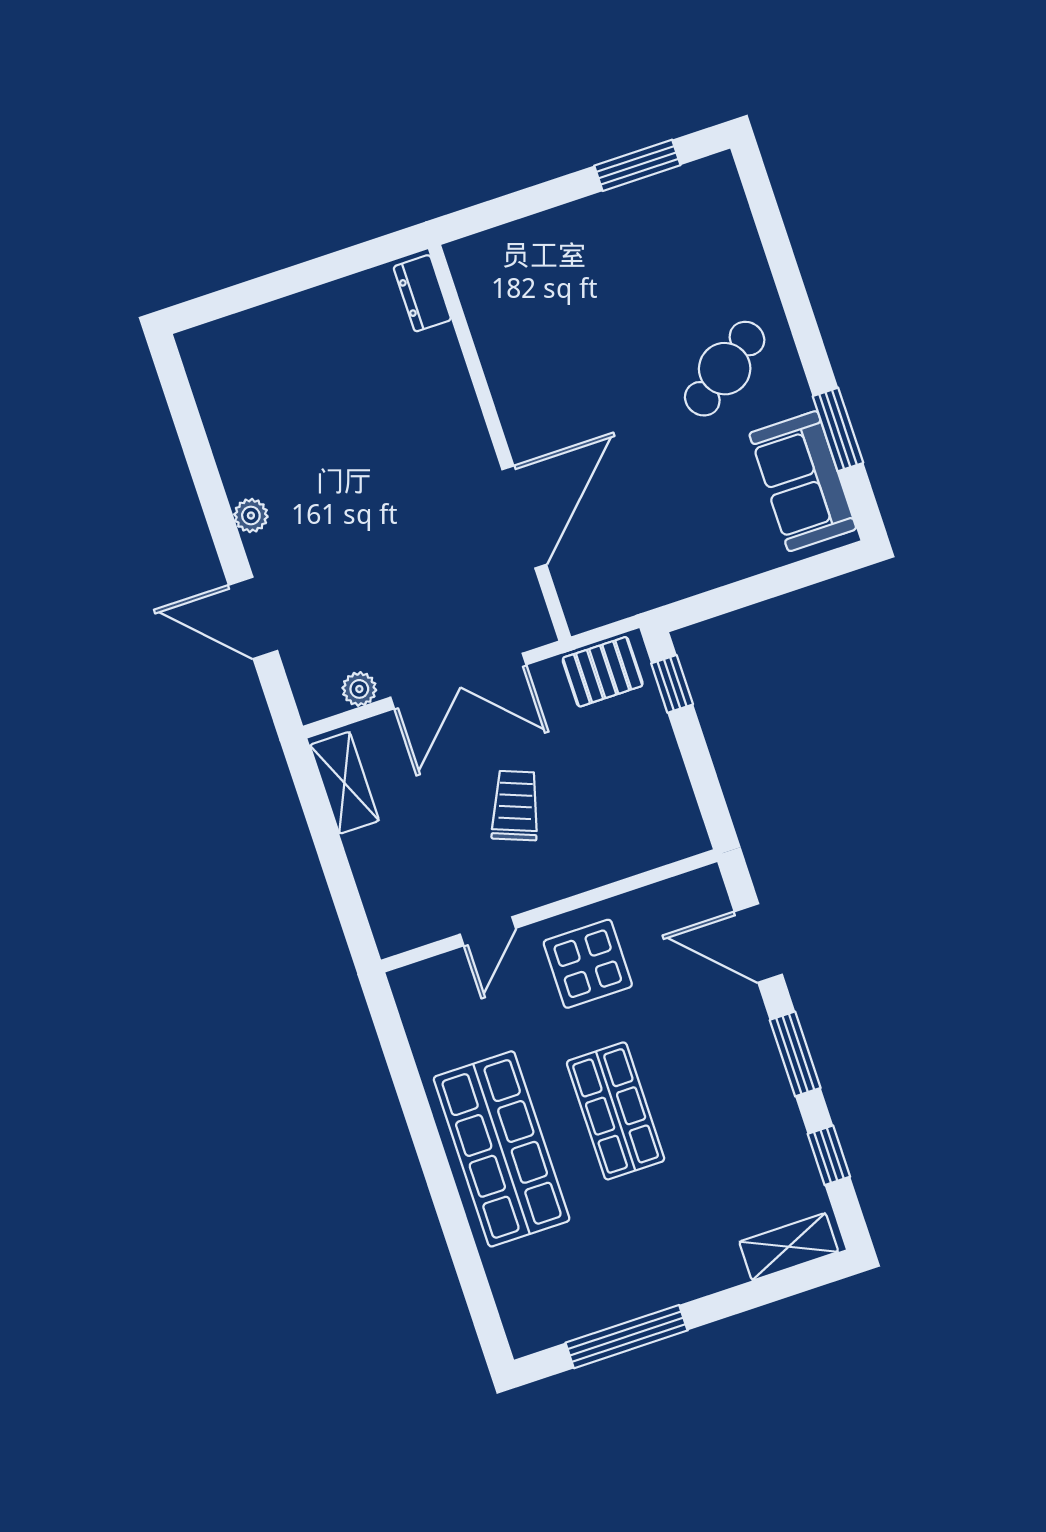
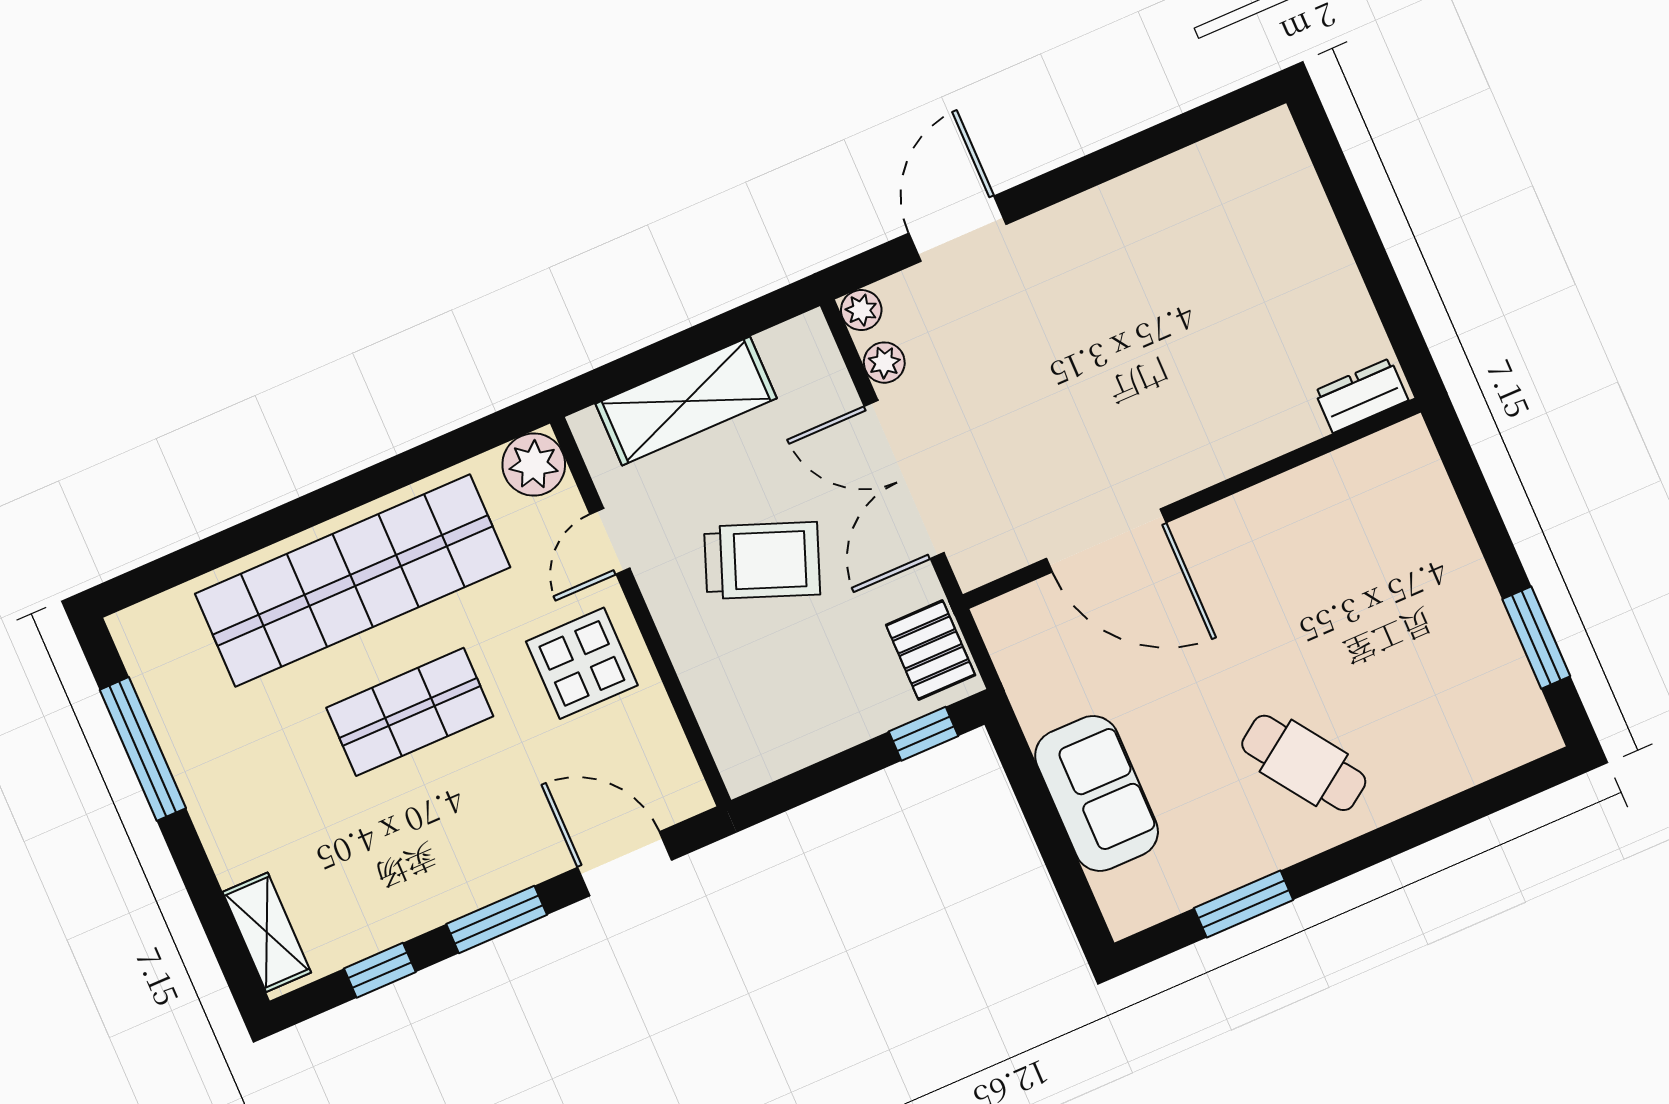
sofa: (803, 481) -> (1097, 793), moved, turned 90
plant: (251, 516) -> (861, 310), moved
shelving: (344, 783) -> (686, 401), moved, width x1.50, depth x1.33
trolley: (515, 806) -> (762, 560), width x1.36, depth x1.39
door: (488, 931) -> (610, 541), hinge flipped
door: (758, 943) -> (625, 864), hinge flipped
plant: (418, 989) -> (534, 465), added
shop shelf: (502, 1149) -> (353, 580), width x1.40

